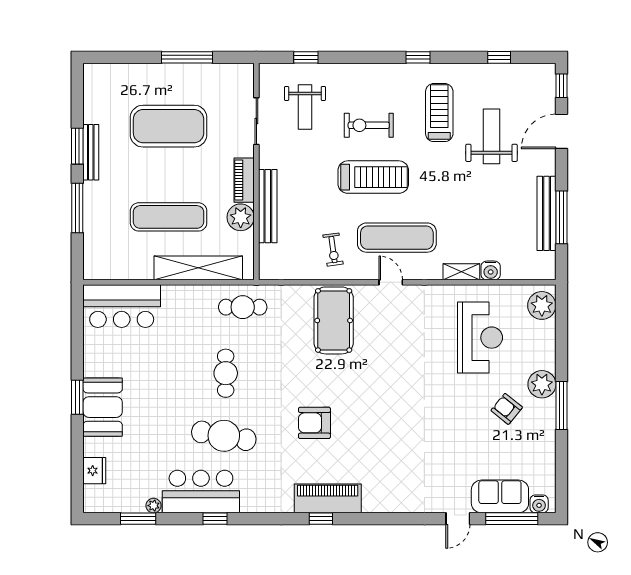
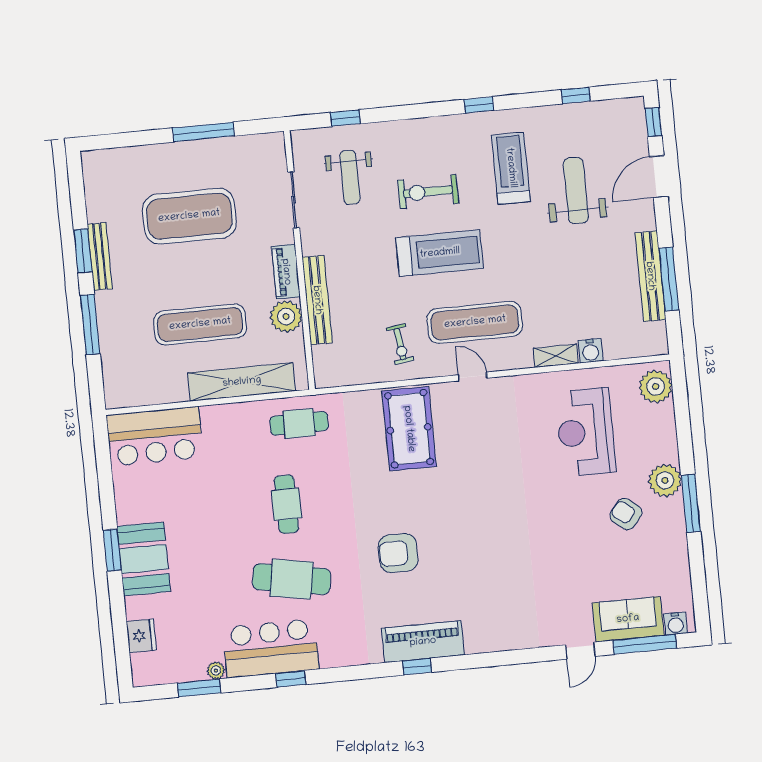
reception desk: (480, 338) -> (586, 432), turned 180

